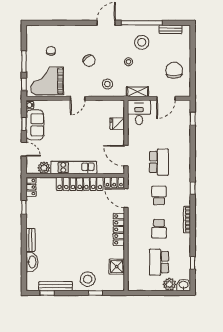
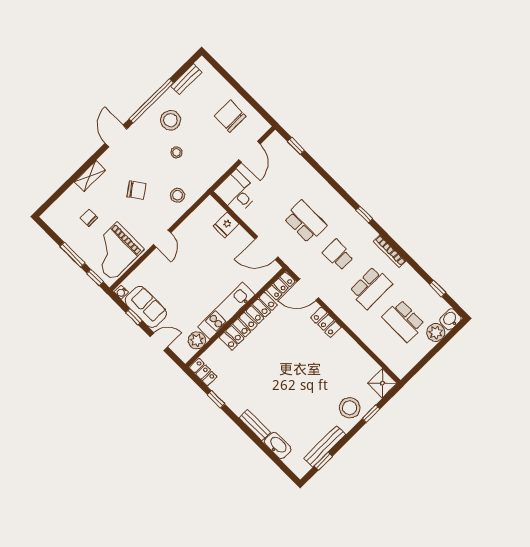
shelving: (138, 92) -> (90, 176), moved
locker: (119, 229) -> (326, 322), width x0.66
school desk: (159, 229) -> (371, 288), width x1.85
shower: (117, 267) -> (382, 383), moved

